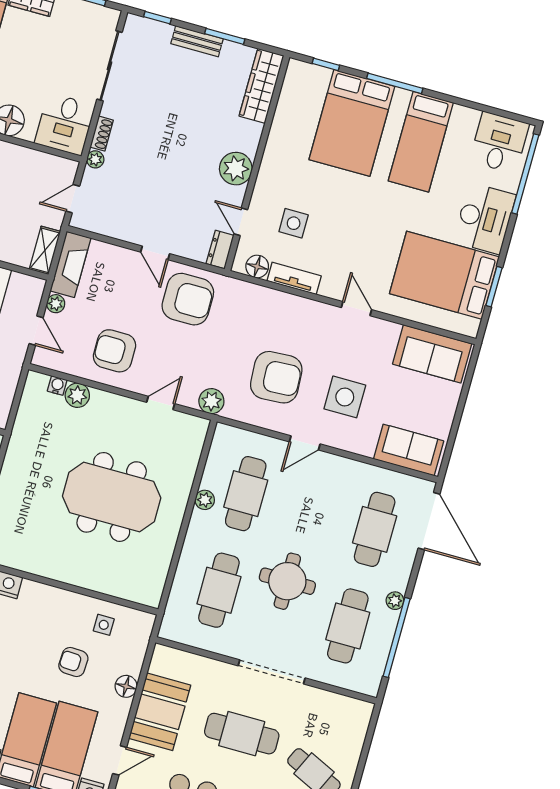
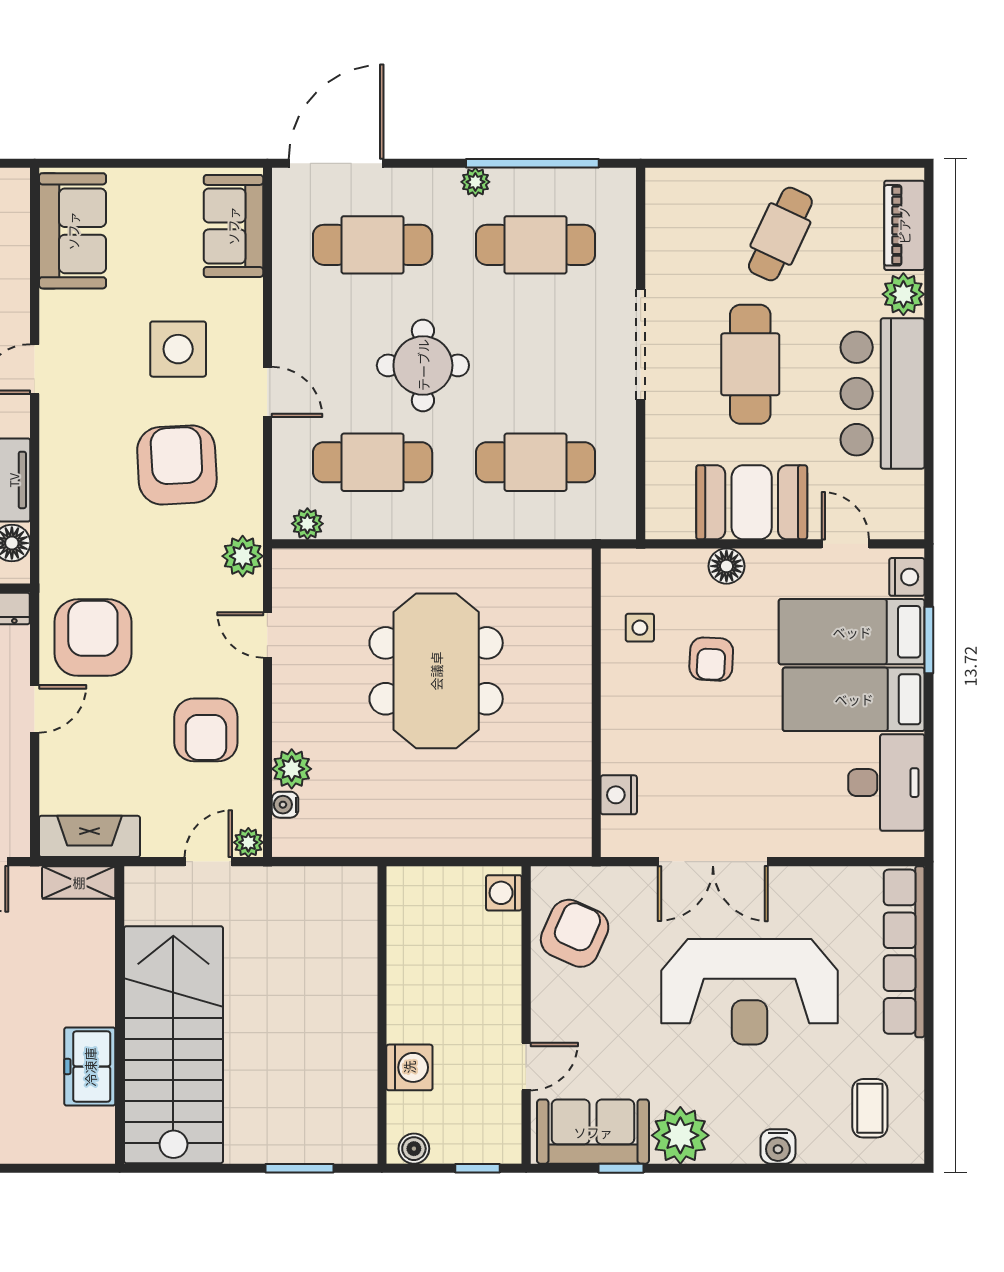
plant: (56, 304) -> (248, 842), moved
plant: (205, 500) -> (307, 524), moved
round table: (287, 581) -> (423, 365), moved

